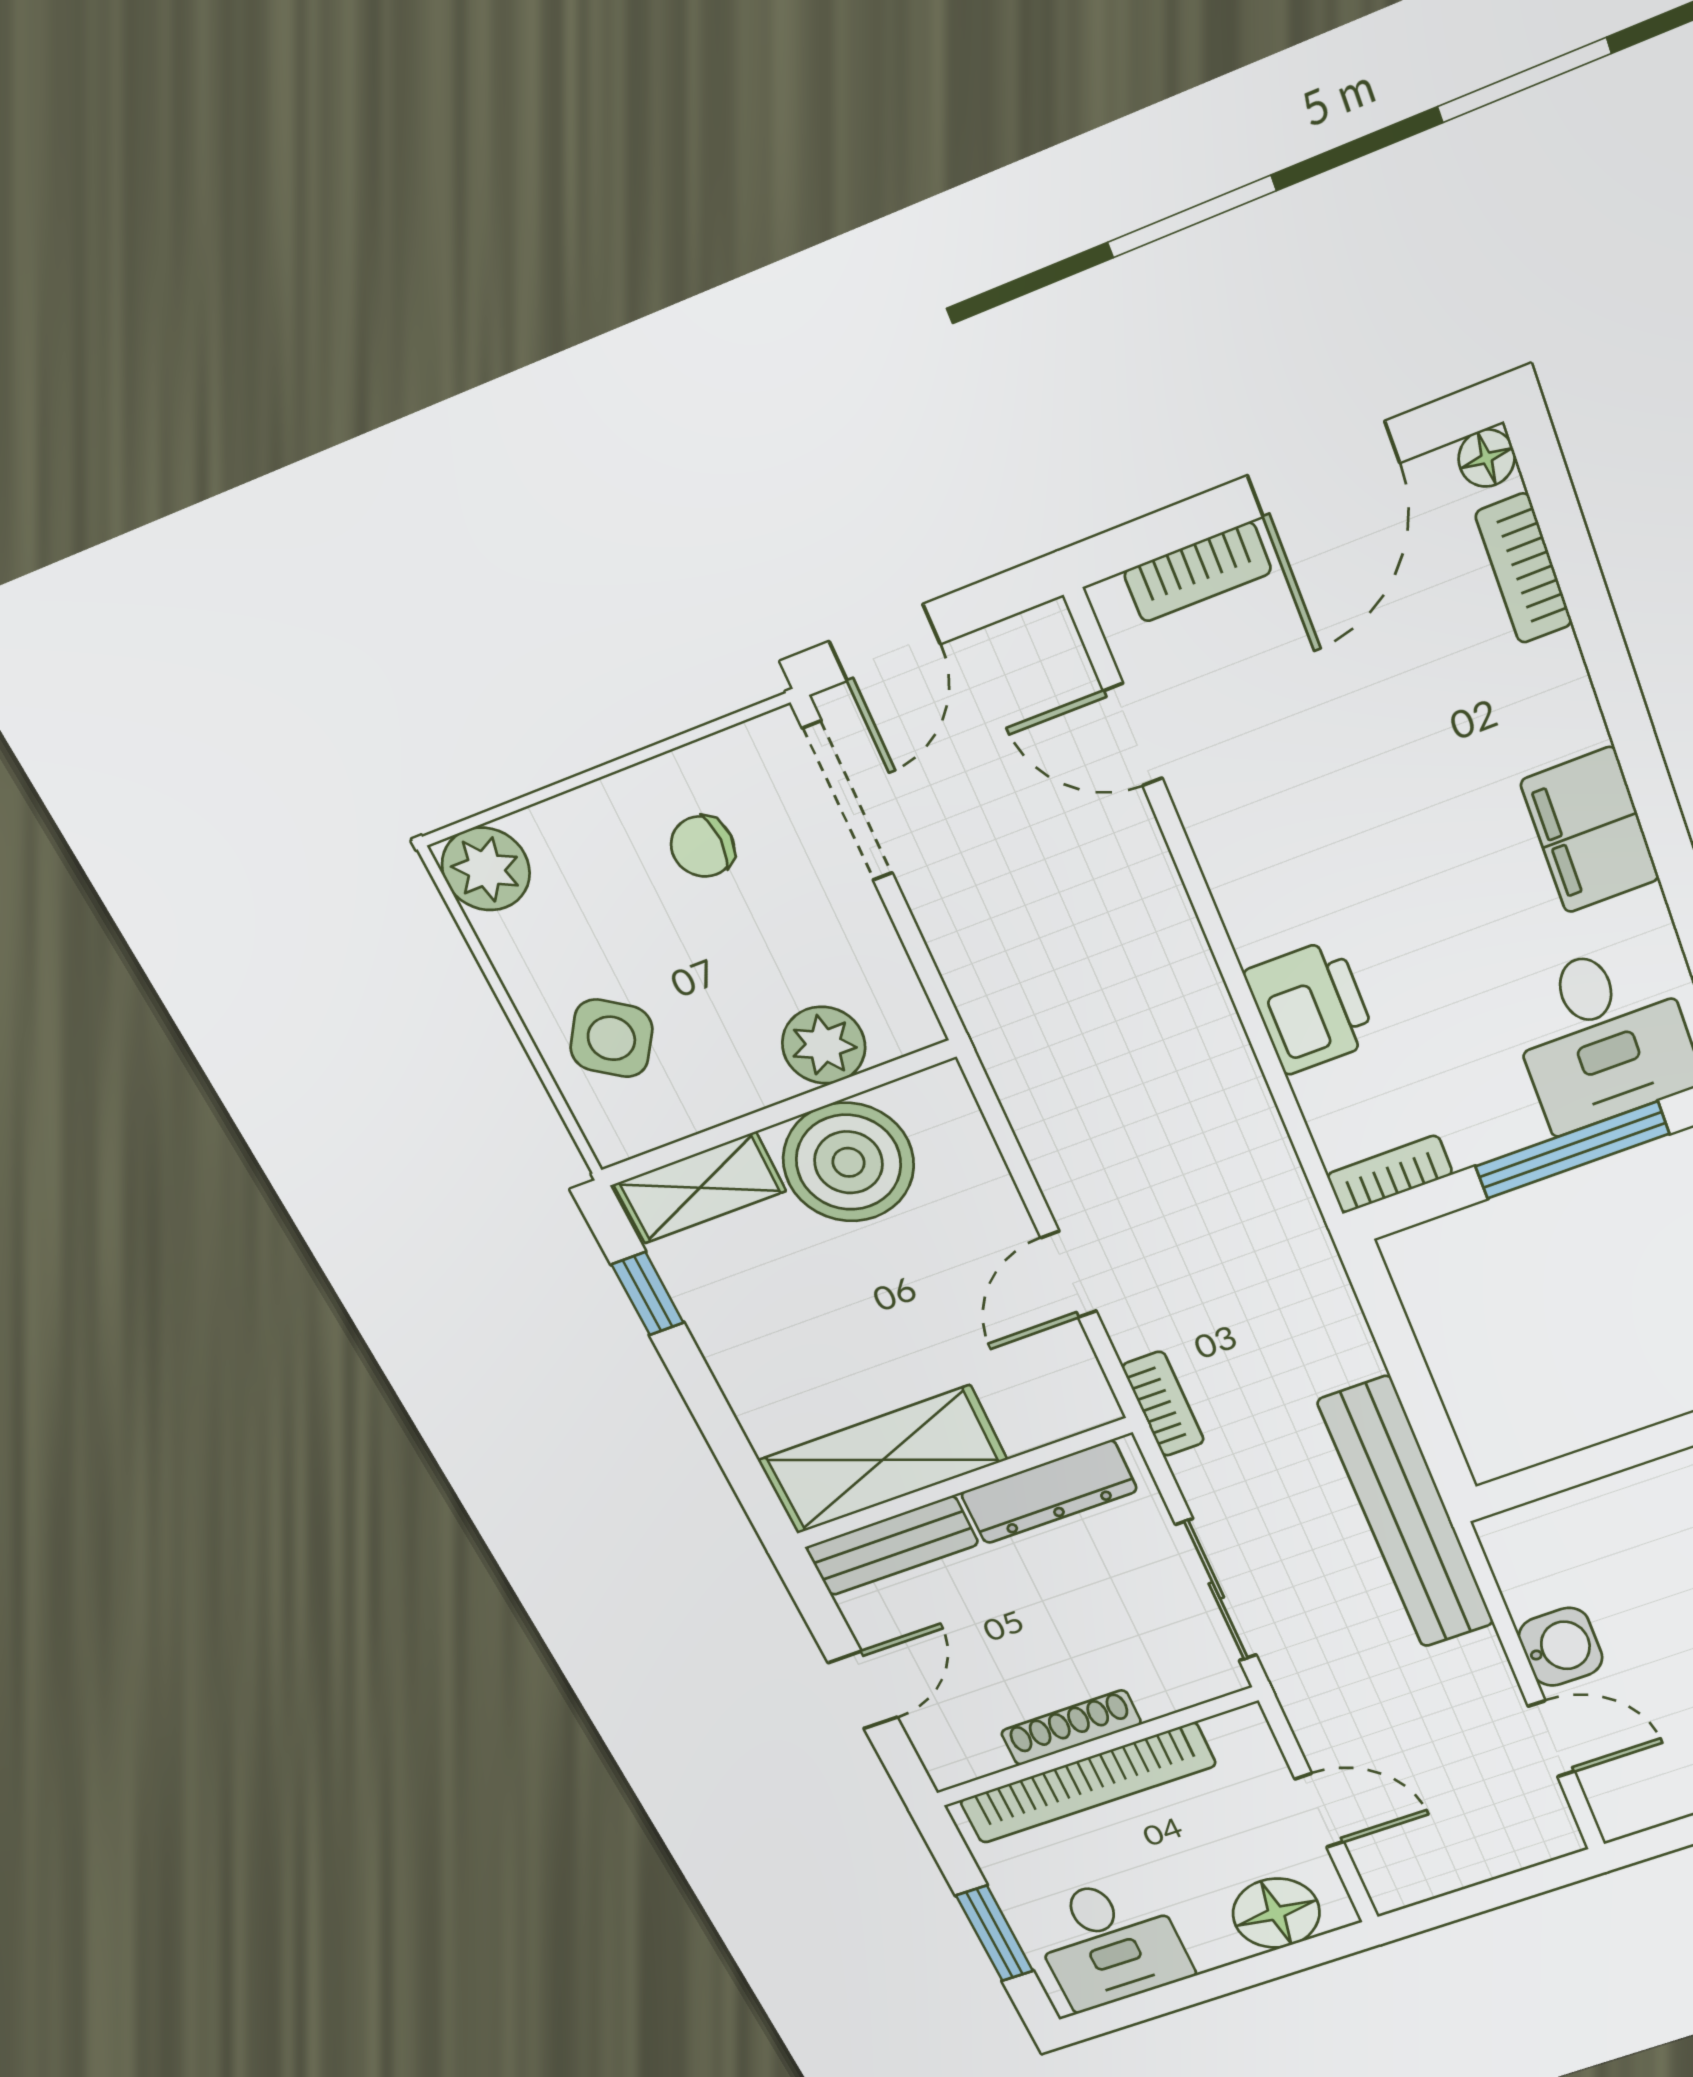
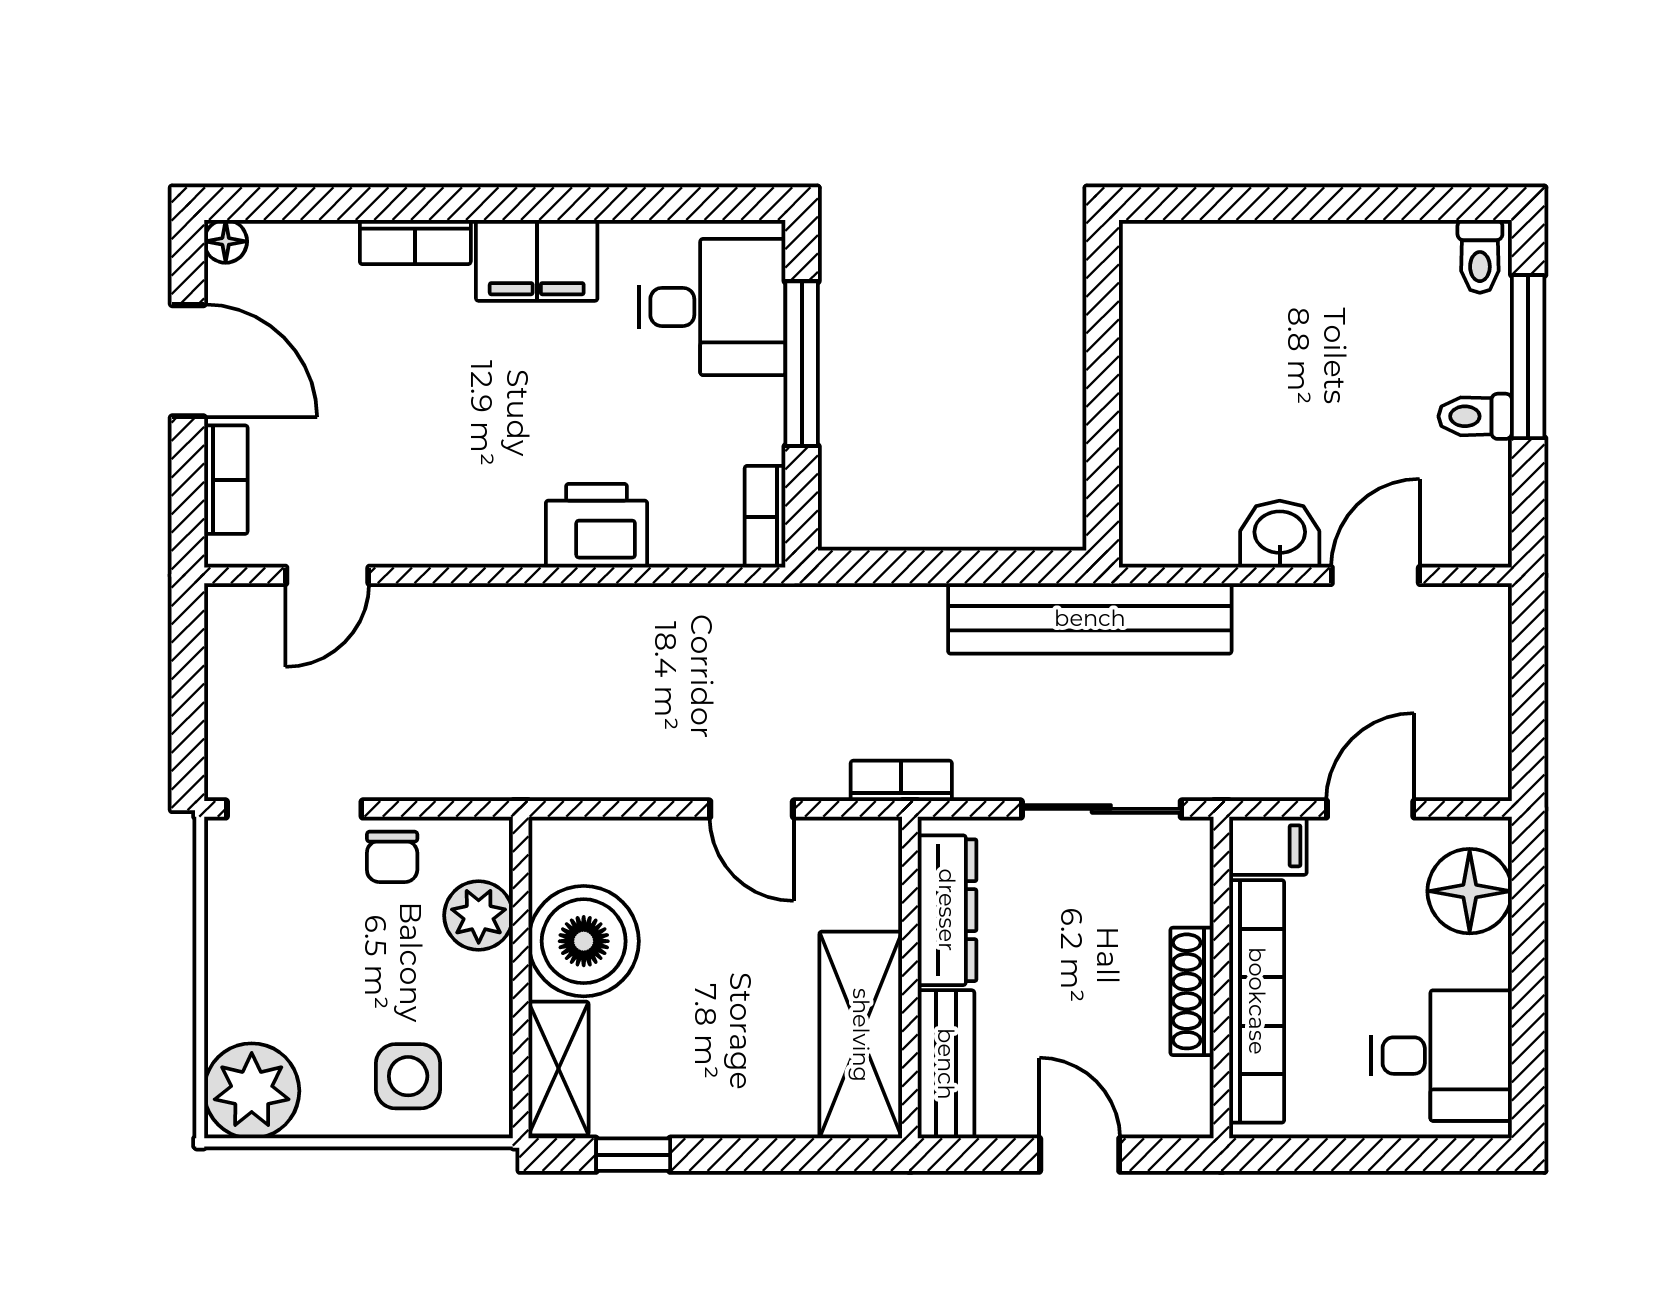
bookcase: (1524, 569) -> (415, 242), moved
door: (885, 643) -> (188, 728), removed
chair: (703, 847) -> (392, 857), moved
plant: (486, 869) -> (252, 1091), width x1.36, depth x1.36
side table: (611, 1038) -> (408, 1076), turned -34
filing cabinet: (1245, 1741) -> (1268, 846), added
window: (995, 1933) -> (1388, 1155), removed

